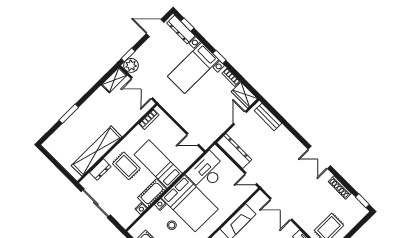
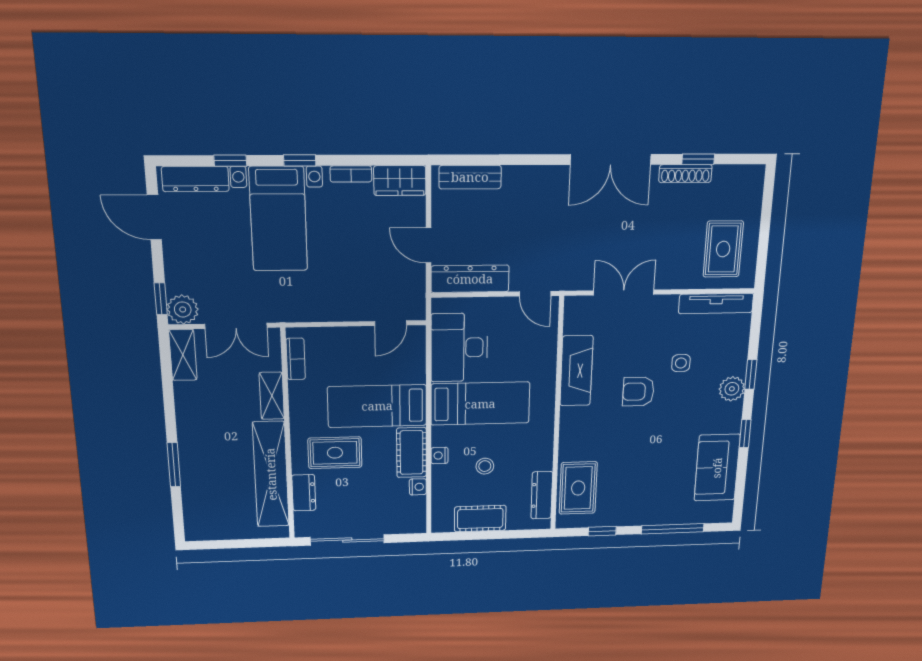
window: (187, 25) -> (230, 161), moved
door: (155, 28) -> (154, 217), hinge flipped
door: (240, 118) -> (428, 245), moved
shelving: (127, 124) -> (272, 396), added
double door: (319, 157) -> (611, 159), width x1.37
door: (251, 179) -> (535, 294), hinge flipped
window: (362, 201) -> (698, 159), moved
bed: (190, 203) -> (480, 404), width x0.67
double door: (281, 209) -> (624, 292), swing flipped

